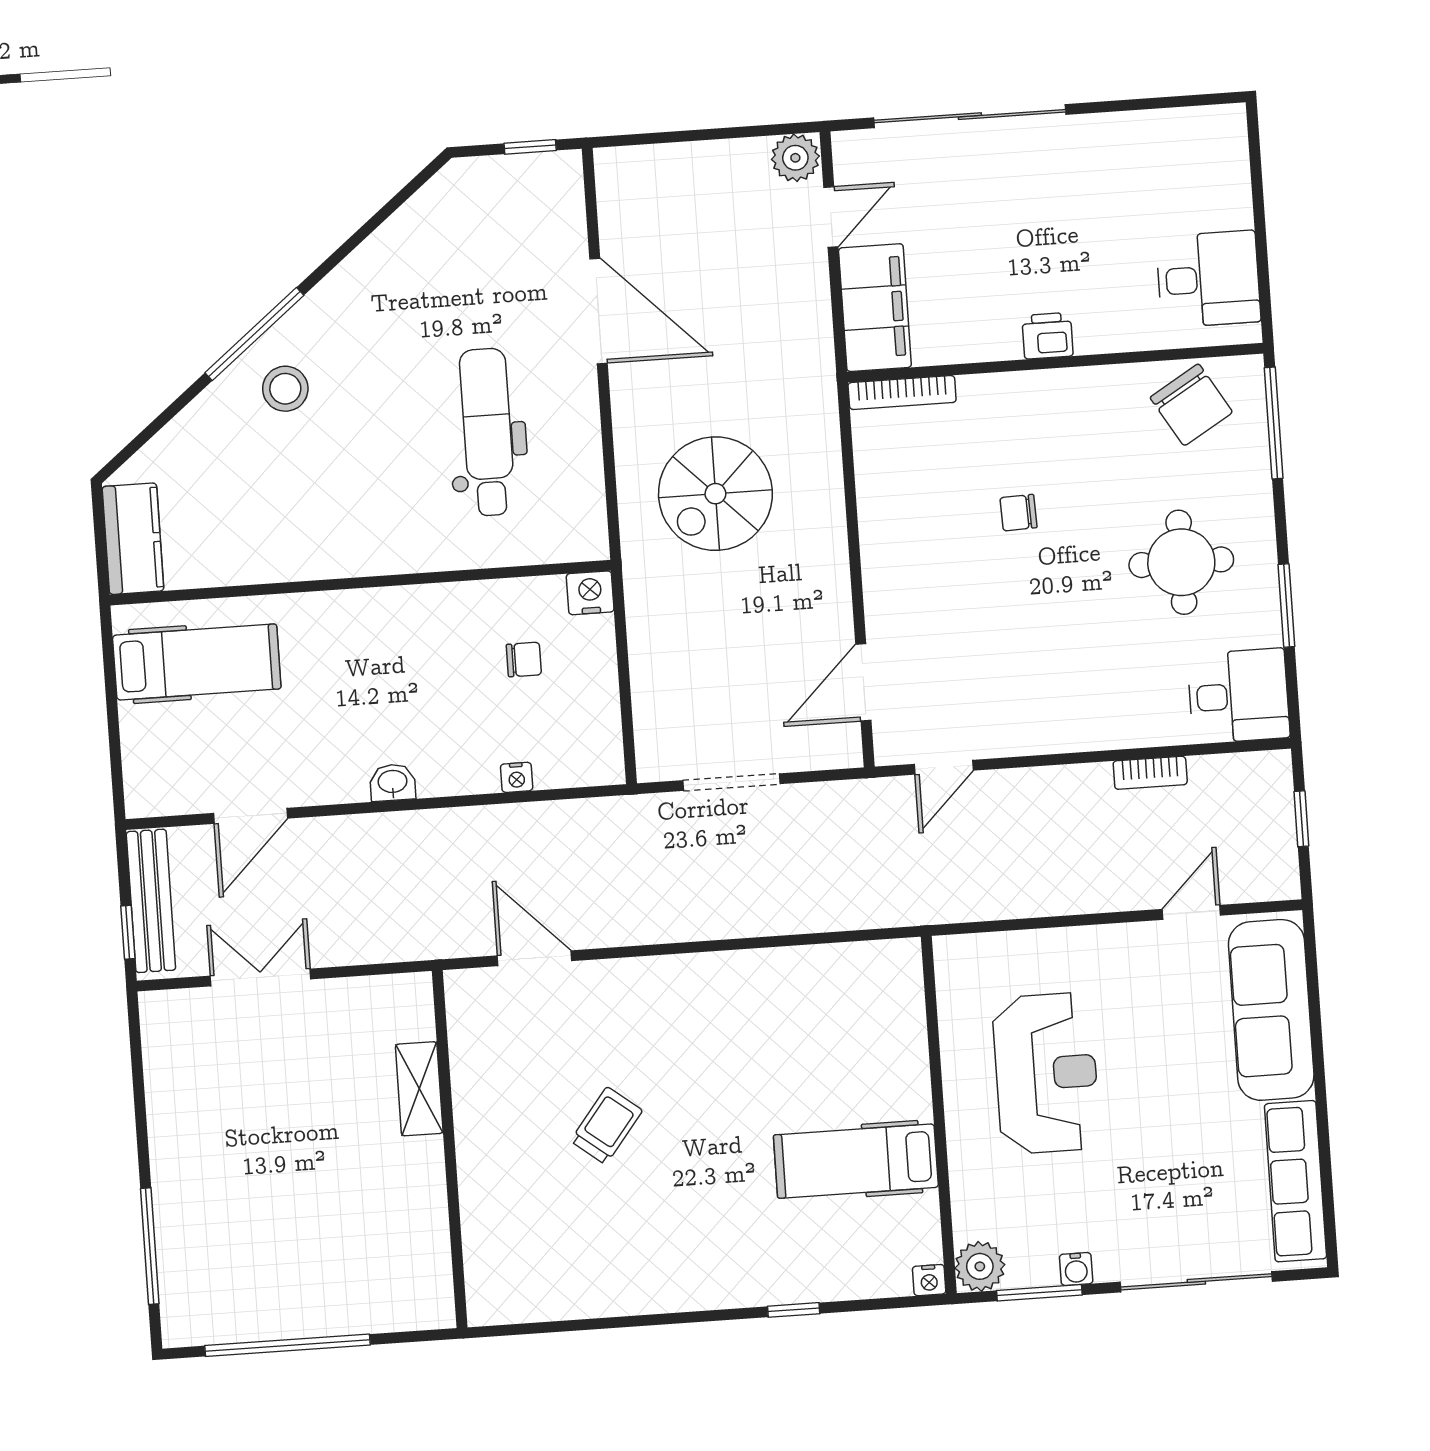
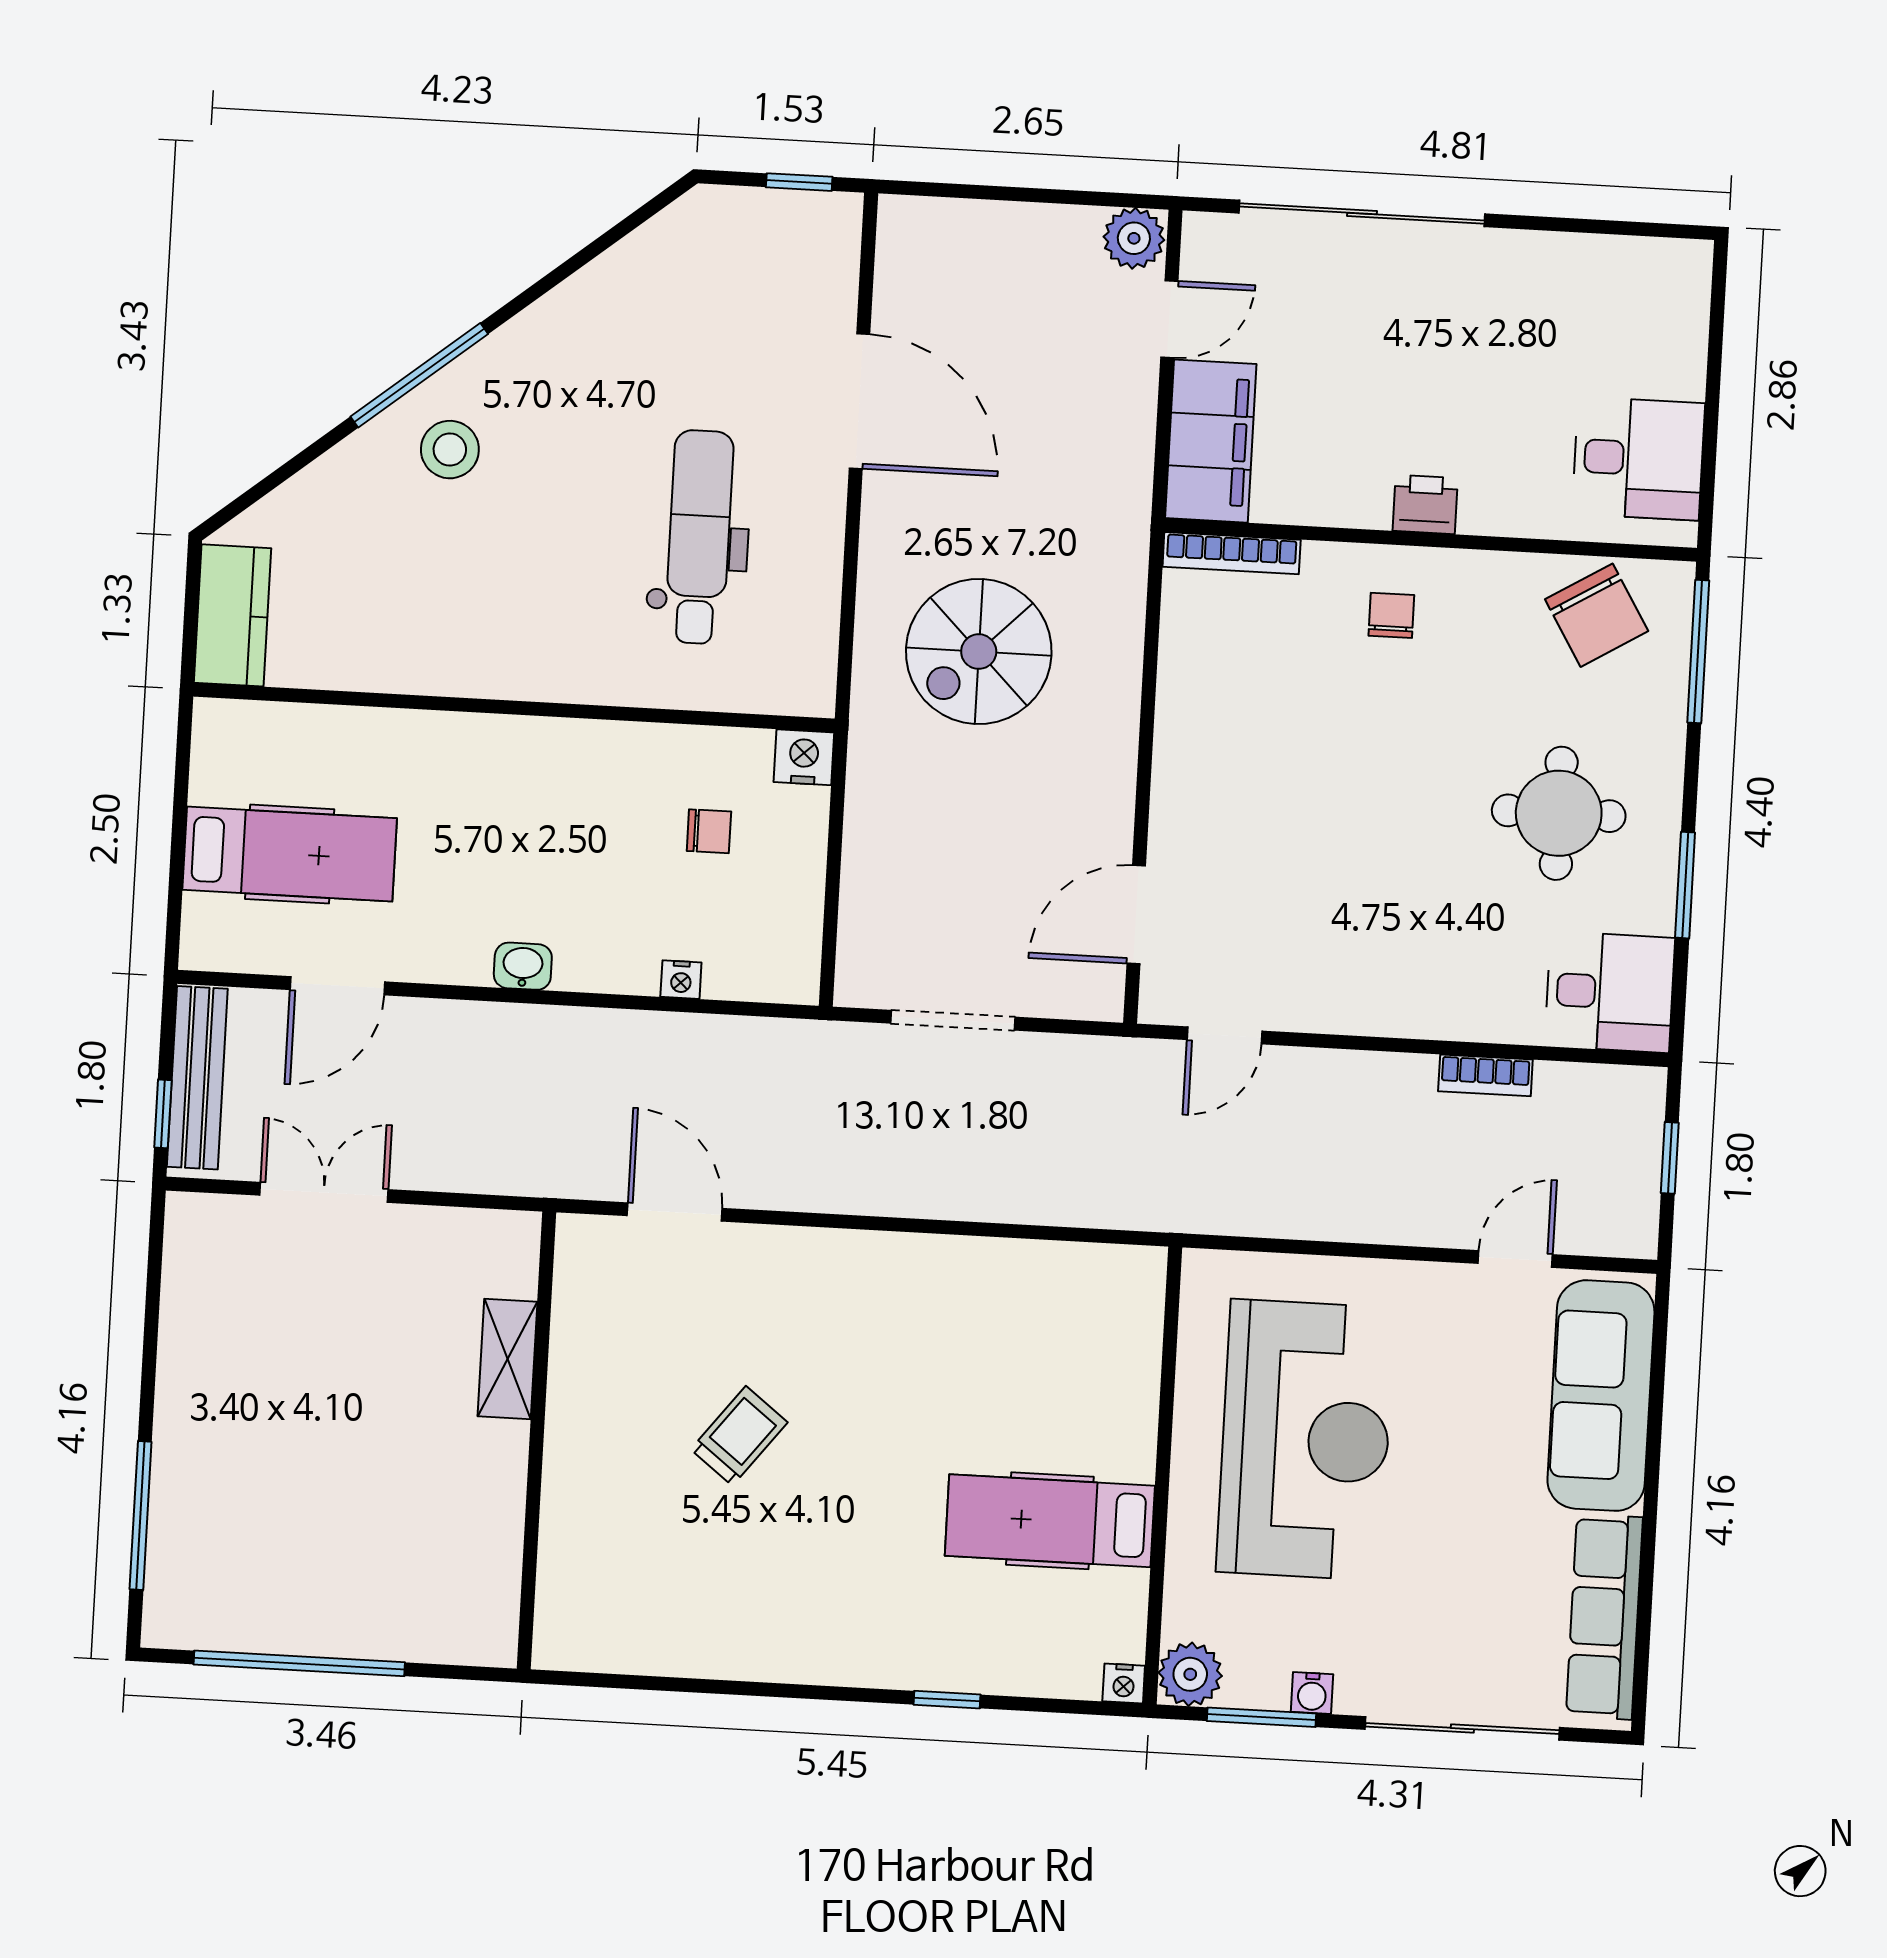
chair: (1018, 513) -> (1391, 615), moved, turned 92
hospital bed: (197, 662) -> (290, 854), moved
reception desk: (1046, 1073) -> (1305, 1440), width x1.36, depth x1.30

